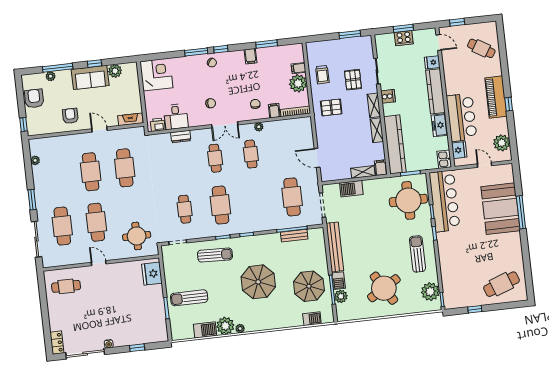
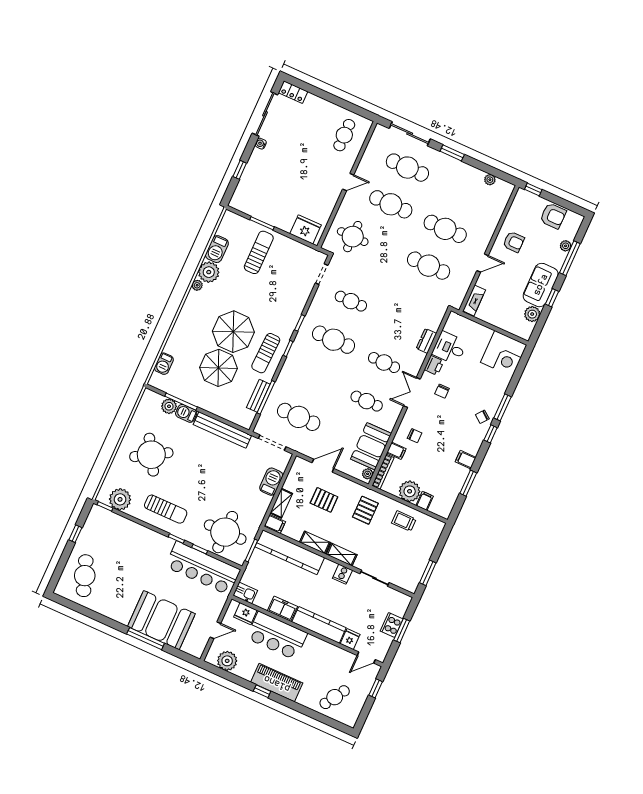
pallet: (353, 80) -> (324, 500), moved
printer: (158, 125) -> (434, 365), moved
plant: (259, 127) -> (368, 474), moved
booth: (282, 131) -> (371, 446), added
sun lounger: (215, 255) -> (266, 353), moved
parasol: (309, 286) -> (218, 368), moved

